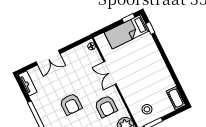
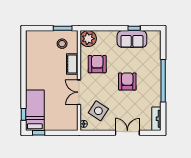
bed: (127, 32) -> (35, 110), moved, turned -90
side table: (84, 65) -> (98, 111), added
double door: (110, 73) -> (79, 92), swing flipped
cot: (176, 98) -> (72, 64), moved

